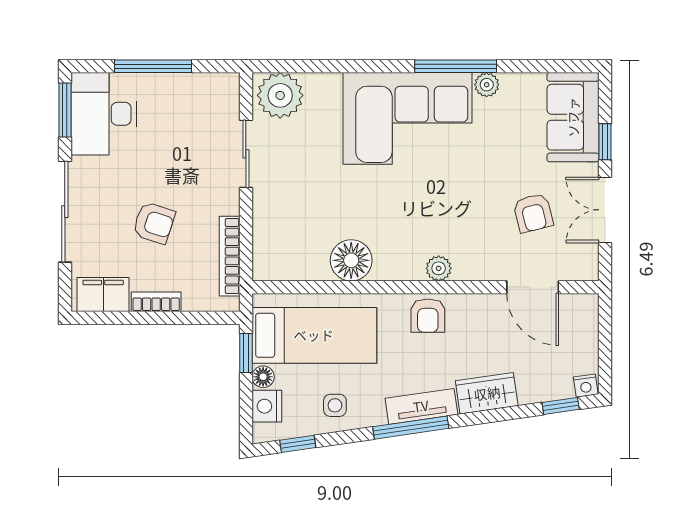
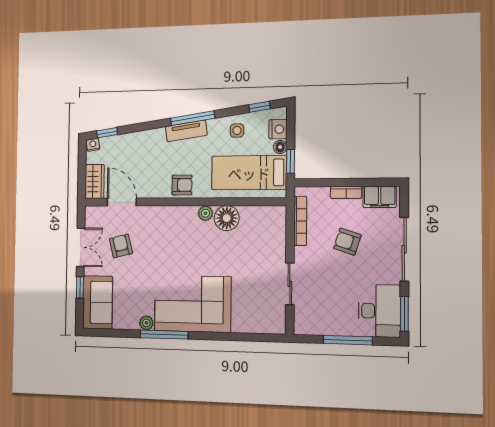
plant: (280, 95) -> (269, 320), removed
plant: (439, 268) -> (205, 213), moved
armchair: (428, 316) -> (182, 185), turned 90
wardrobe: (487, 393) -> (94, 181), moved, turned -82

